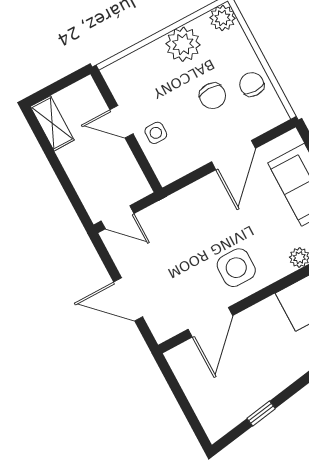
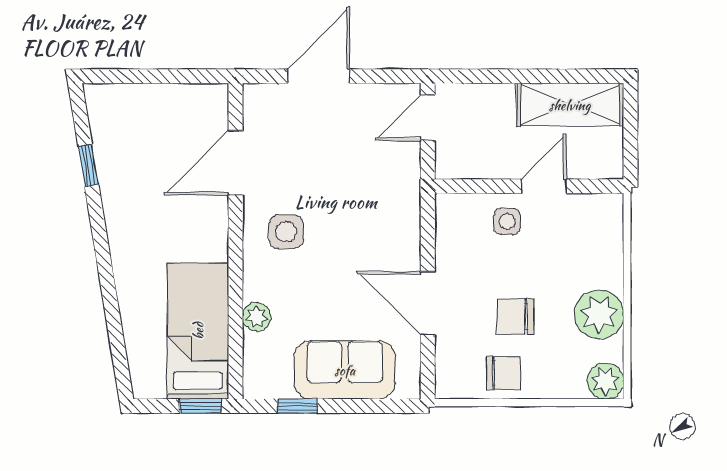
shelving: (52, 123) -> (570, 105), width x1.50, depth x1.33
side table: (236, 268) -> (286, 232), width x0.73, depth x0.73
door: (210, 322) -> (235, 163), hinge flipped

